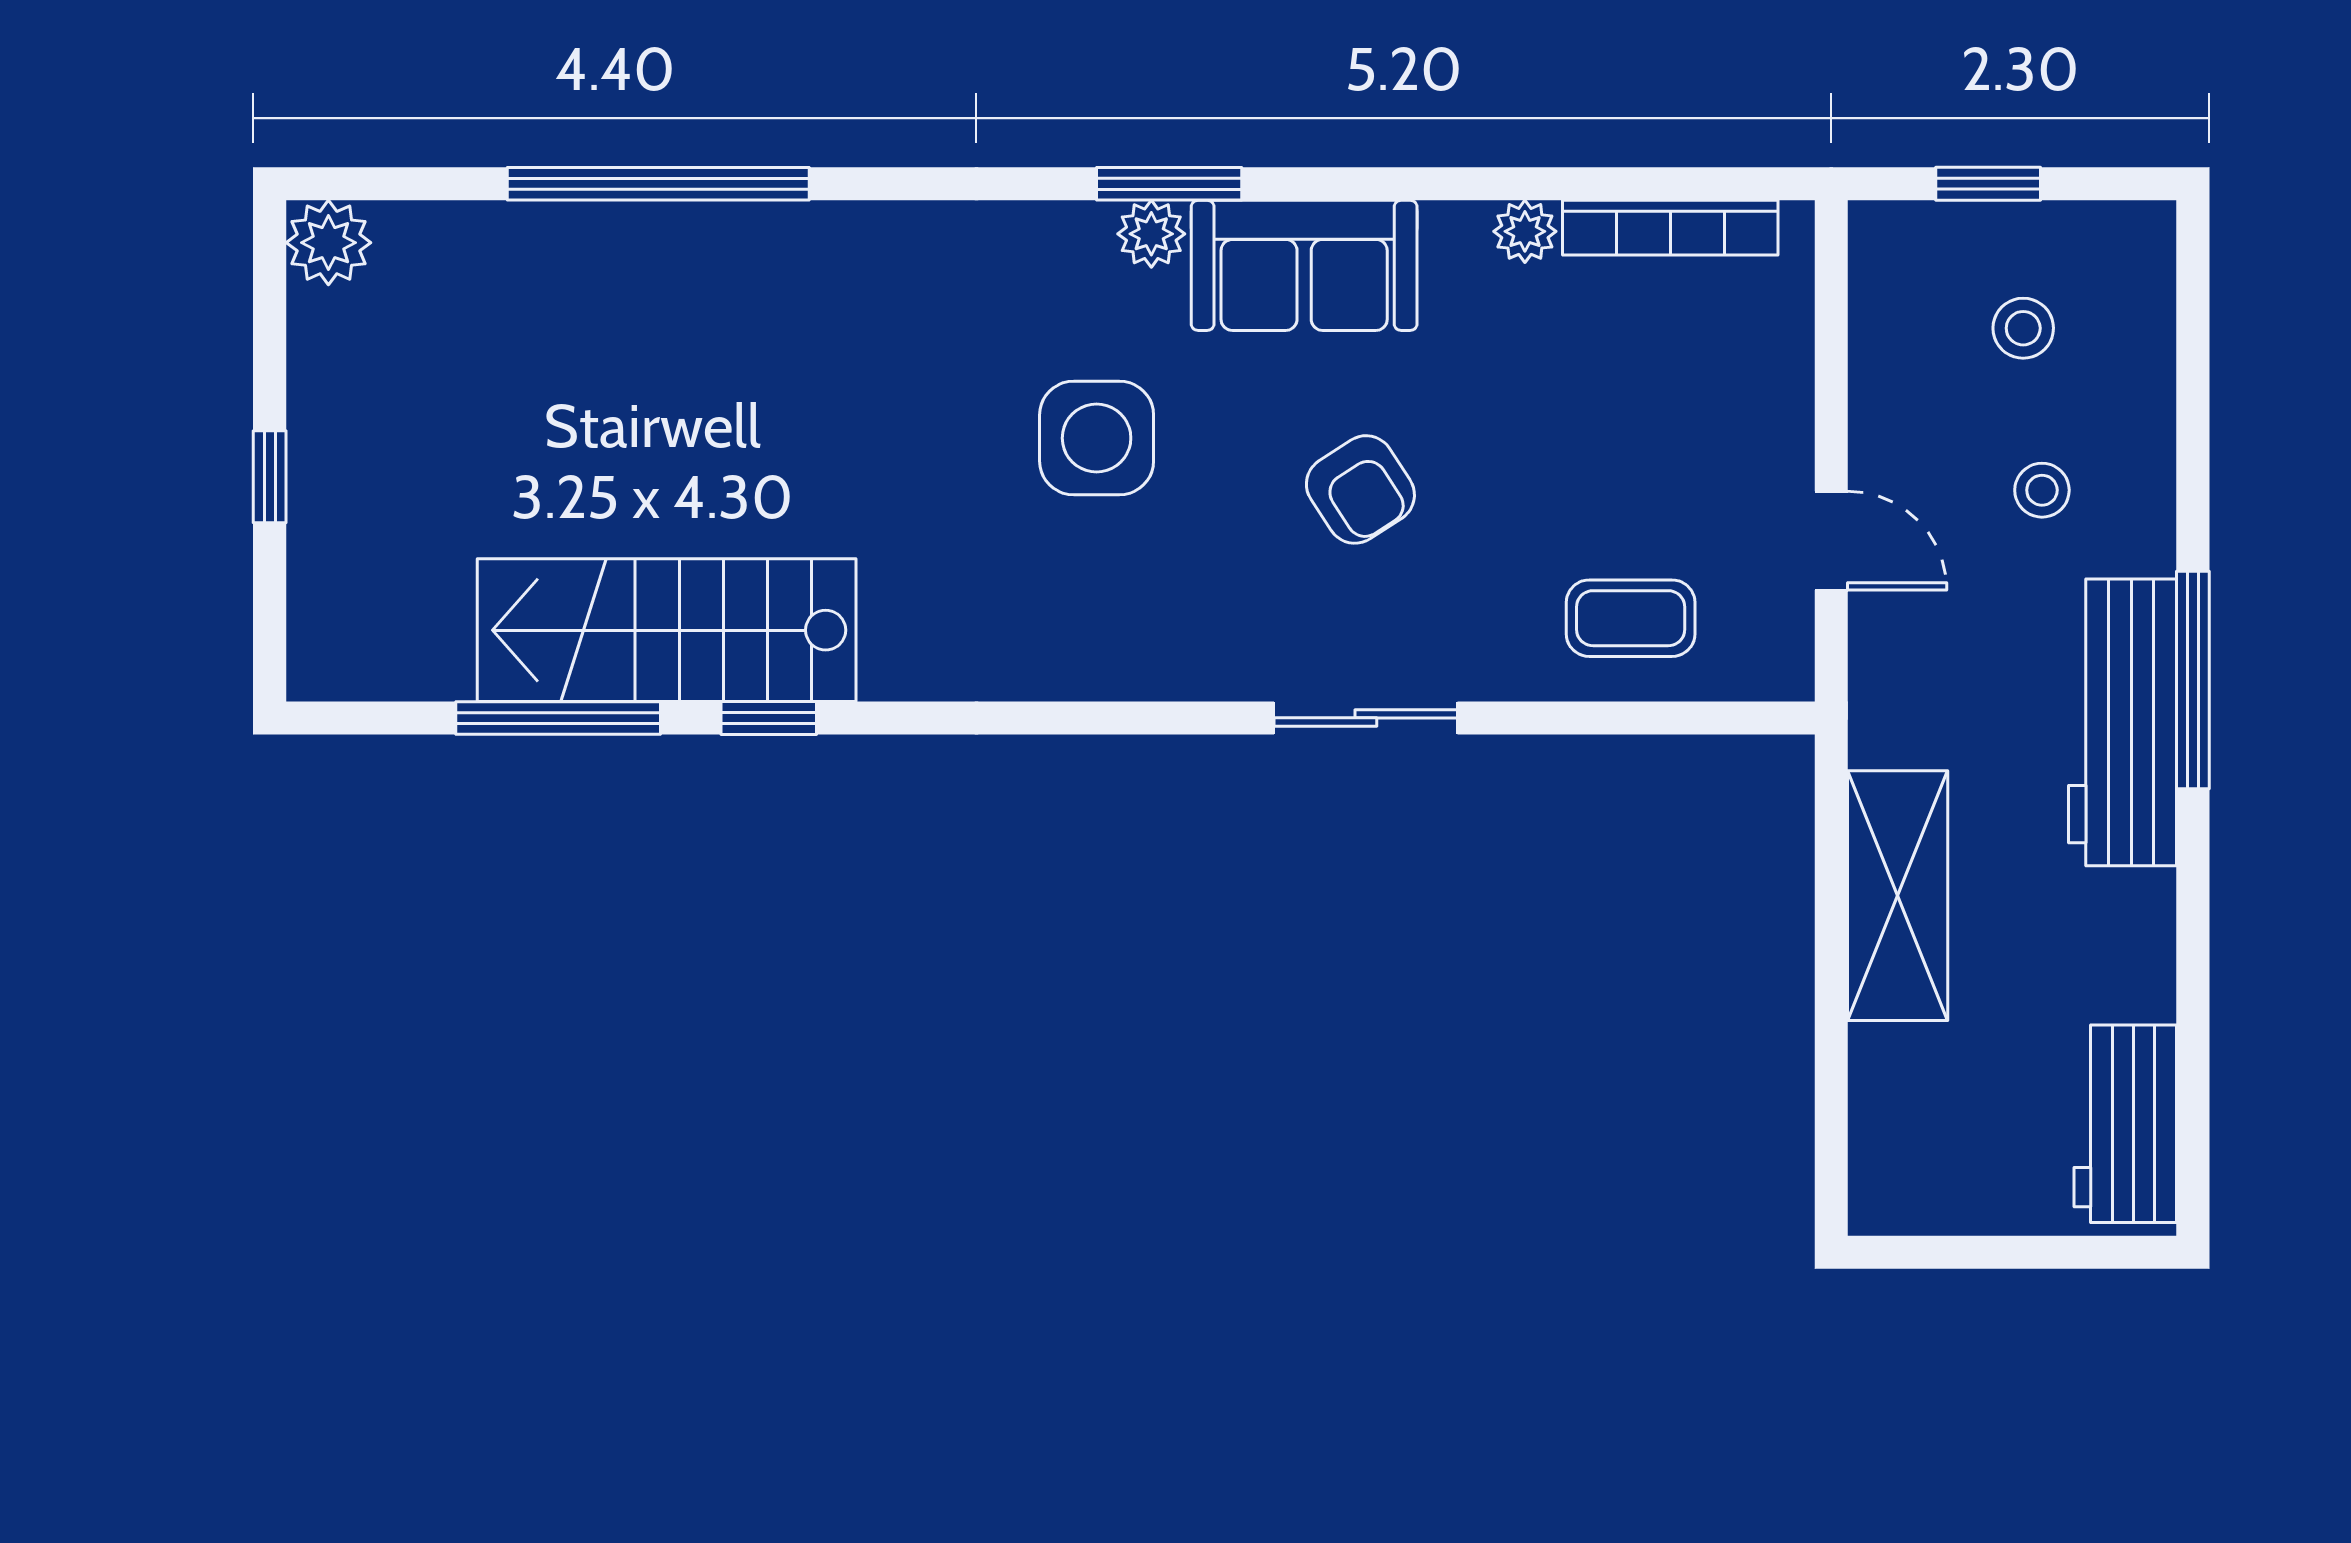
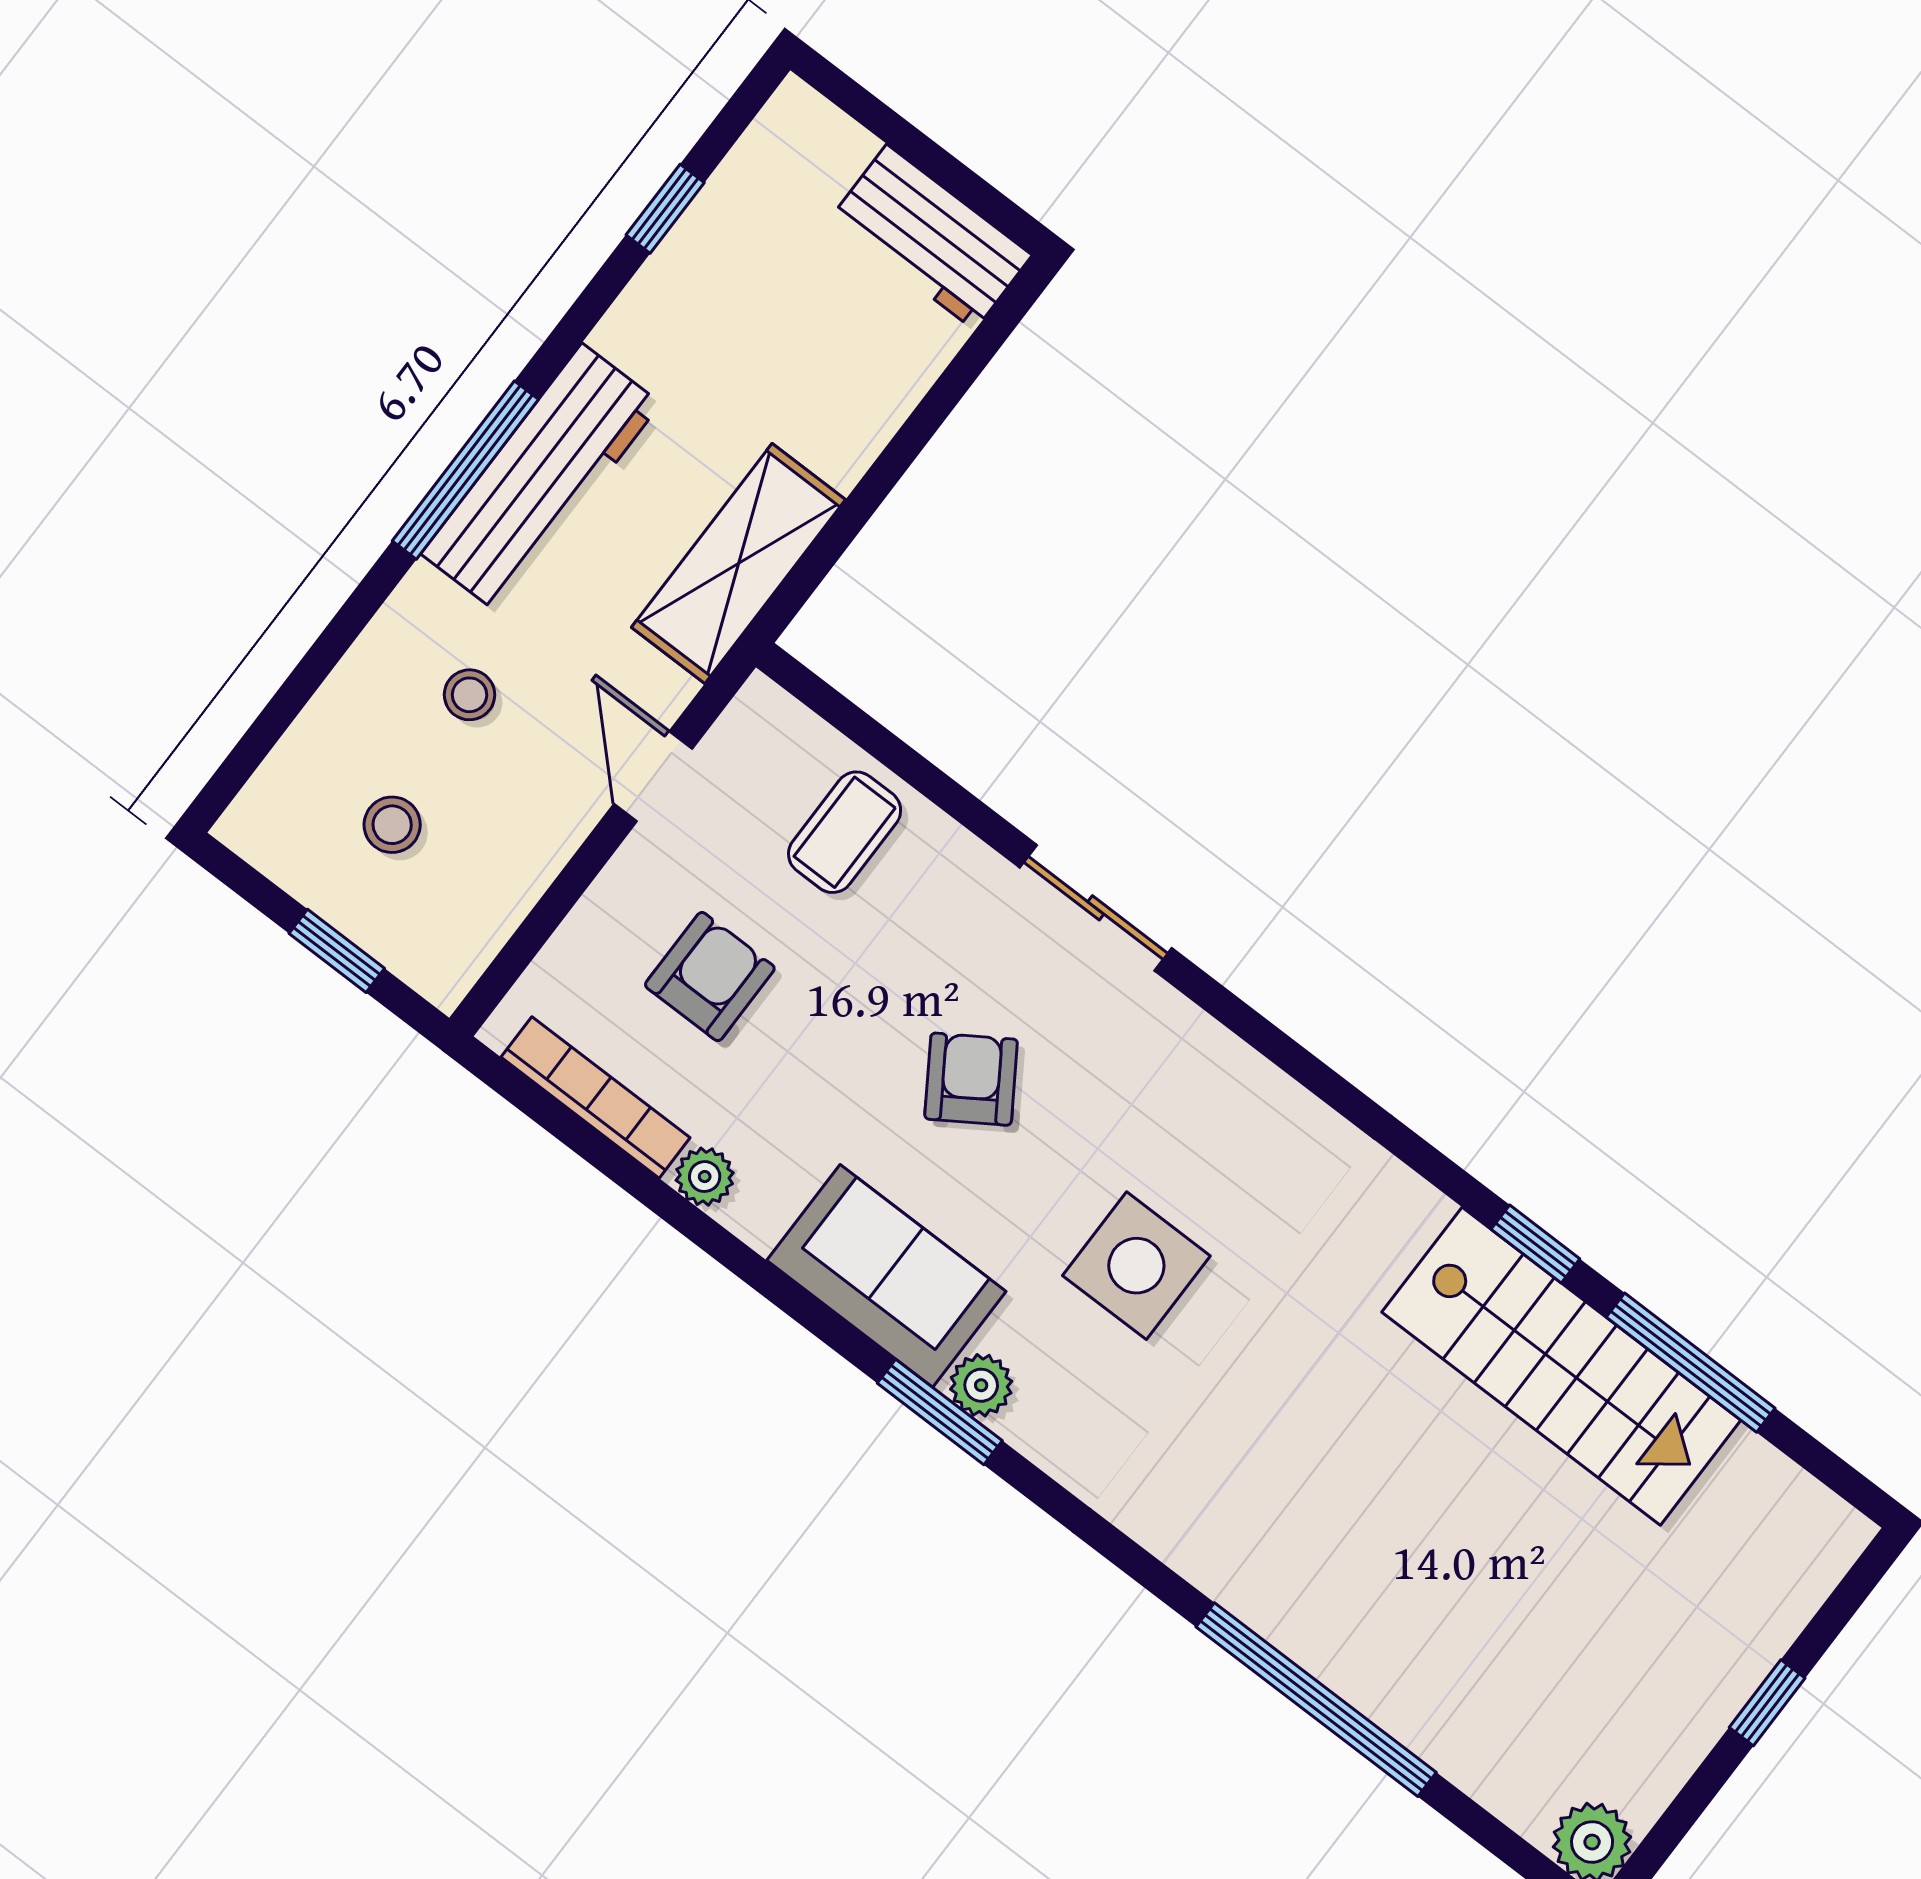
armchair: (1651, 406) -> (710, 977), added
coffee table: (1631, 618) -> (845, 832), turned 90
shelving: (1898, 896) -> (738, 563), moved
window: (2193, 1035) -> (665, 209), added
workbench: (2125, 1124) -> (931, 237), moved, turned 90

